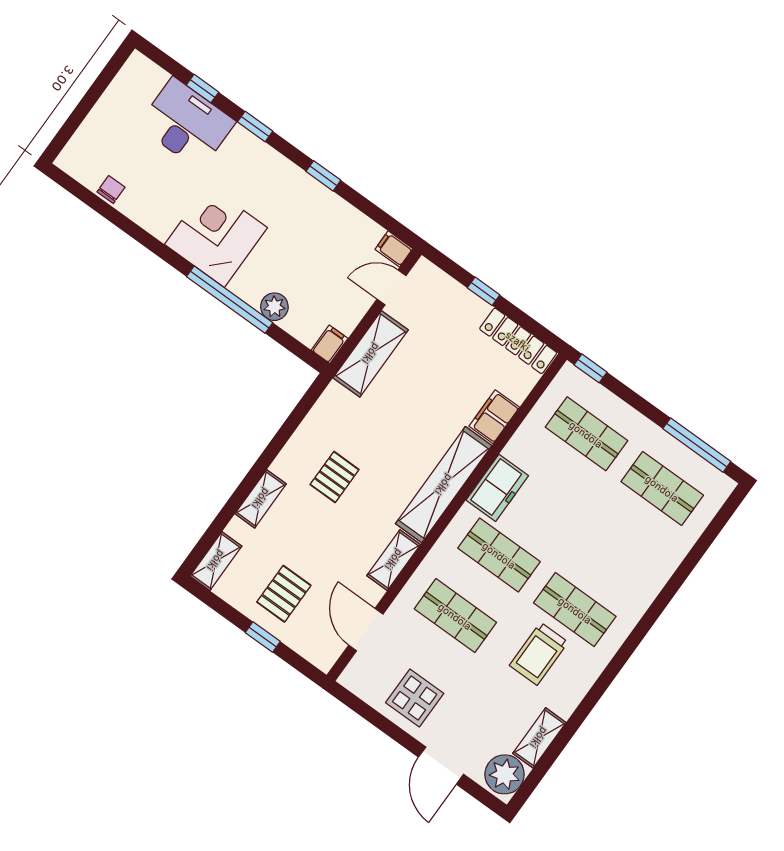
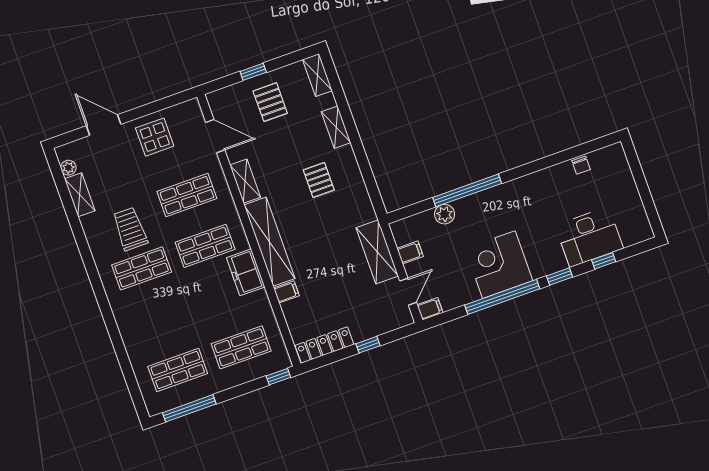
window: (323, 176) -> (502, 297), width x3.17
corner desk: (216, 236) -> (499, 265), moved, turned 180
filing cabinet: (330, 344) -> (410, 252), moved, turned -90
filing cabinet: (494, 417) -> (286, 292), width x0.50
plant: (505, 774) -> (68, 168), width x0.53, depth x0.53

